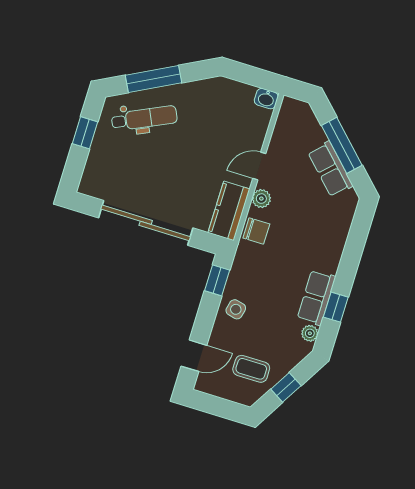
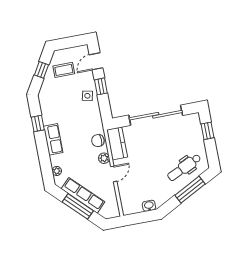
washbasin: (266, 99) -> (149, 206), moved
window: (85, 133) -> (208, 131), moved
row of seats: (330, 169) -> (83, 195), width x1.48
window: (217, 280) -> (101, 86), moved
row of seats: (316, 298) -> (53, 139), moved
plant: (310, 333) -> (57, 171), moved

